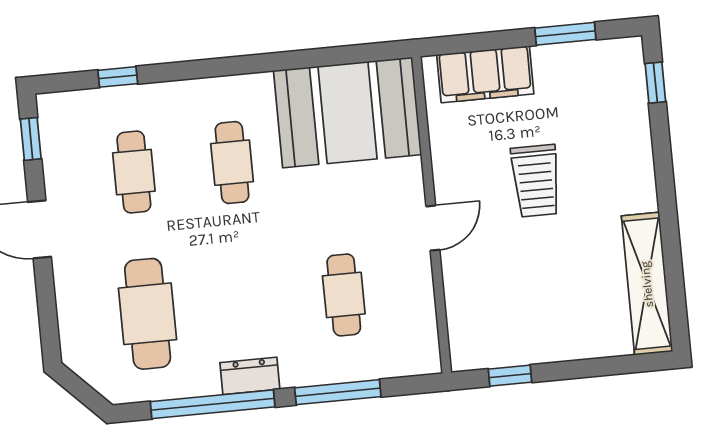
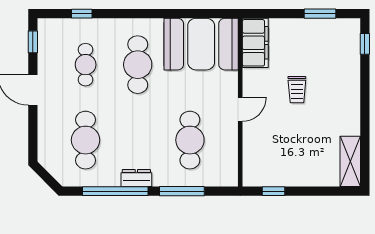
filing cabinet: (485, 74) -> (255, 43), moved, turned -90
cafe table: (232, 163) -> (138, 65), width x1.37, depth x1.35
trolley: (536, 181) -> (297, 90), width x0.73, depth x0.72
shelving: (647, 284) -> (350, 161), width x0.68
cafe table: (344, 295) -> (190, 140), width x1.37, depth x1.35

